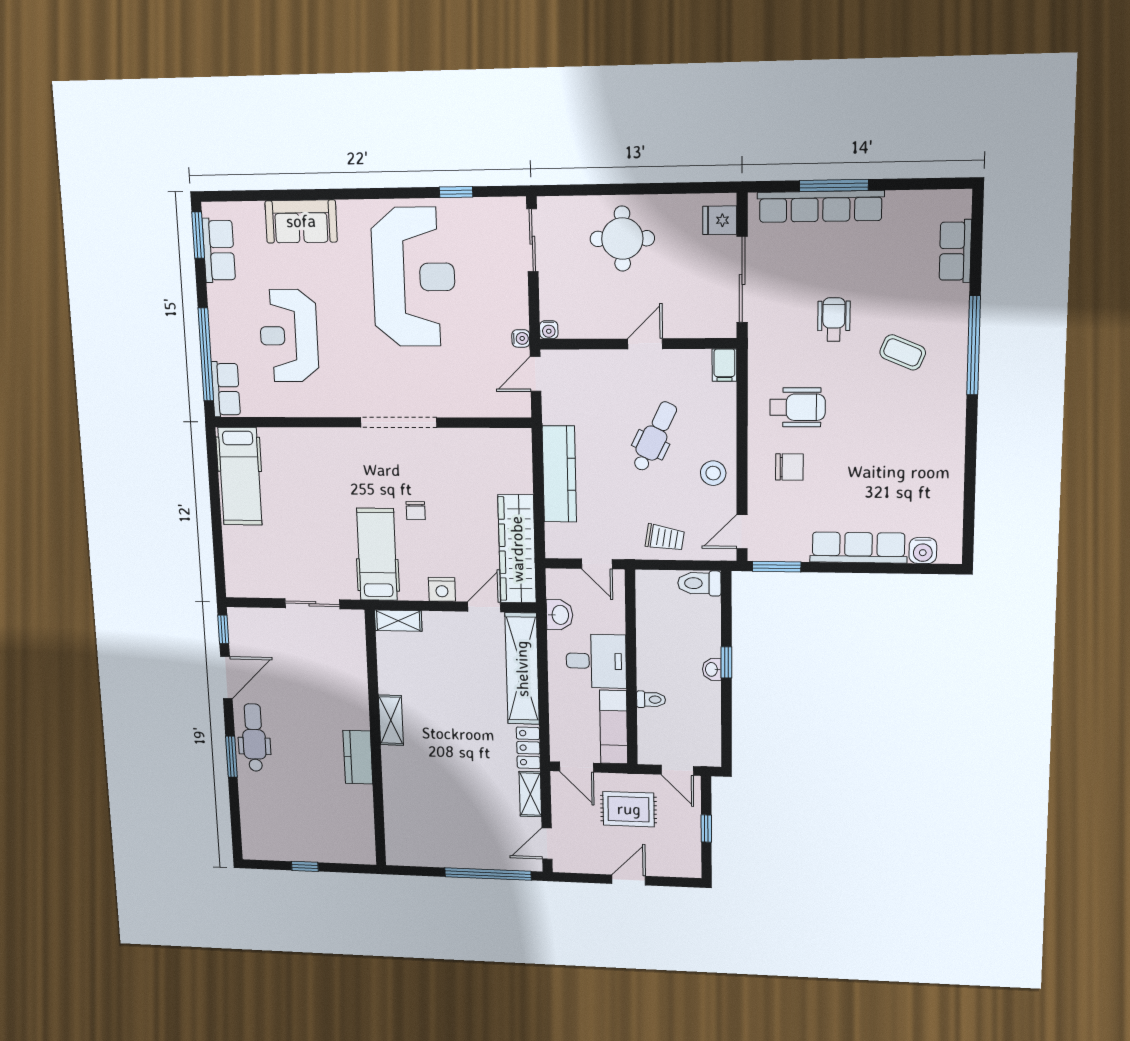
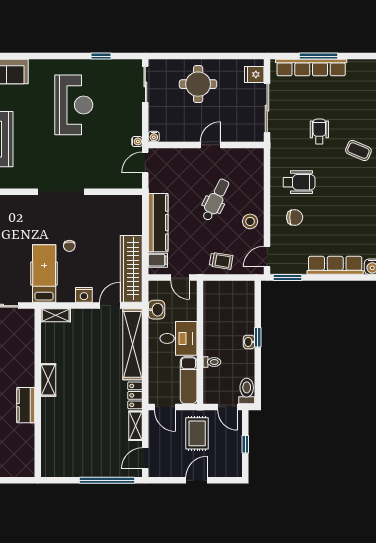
reception desk: (414, 277) -> (74, 105), width x0.74, depth x0.77
filing cabinet: (724, 365) -> (158, 260), moved, turned -90
toilet: (699, 583) -> (247, 391), moved, turned 90
rug: (629, 809) -> (197, 433), turned 90

